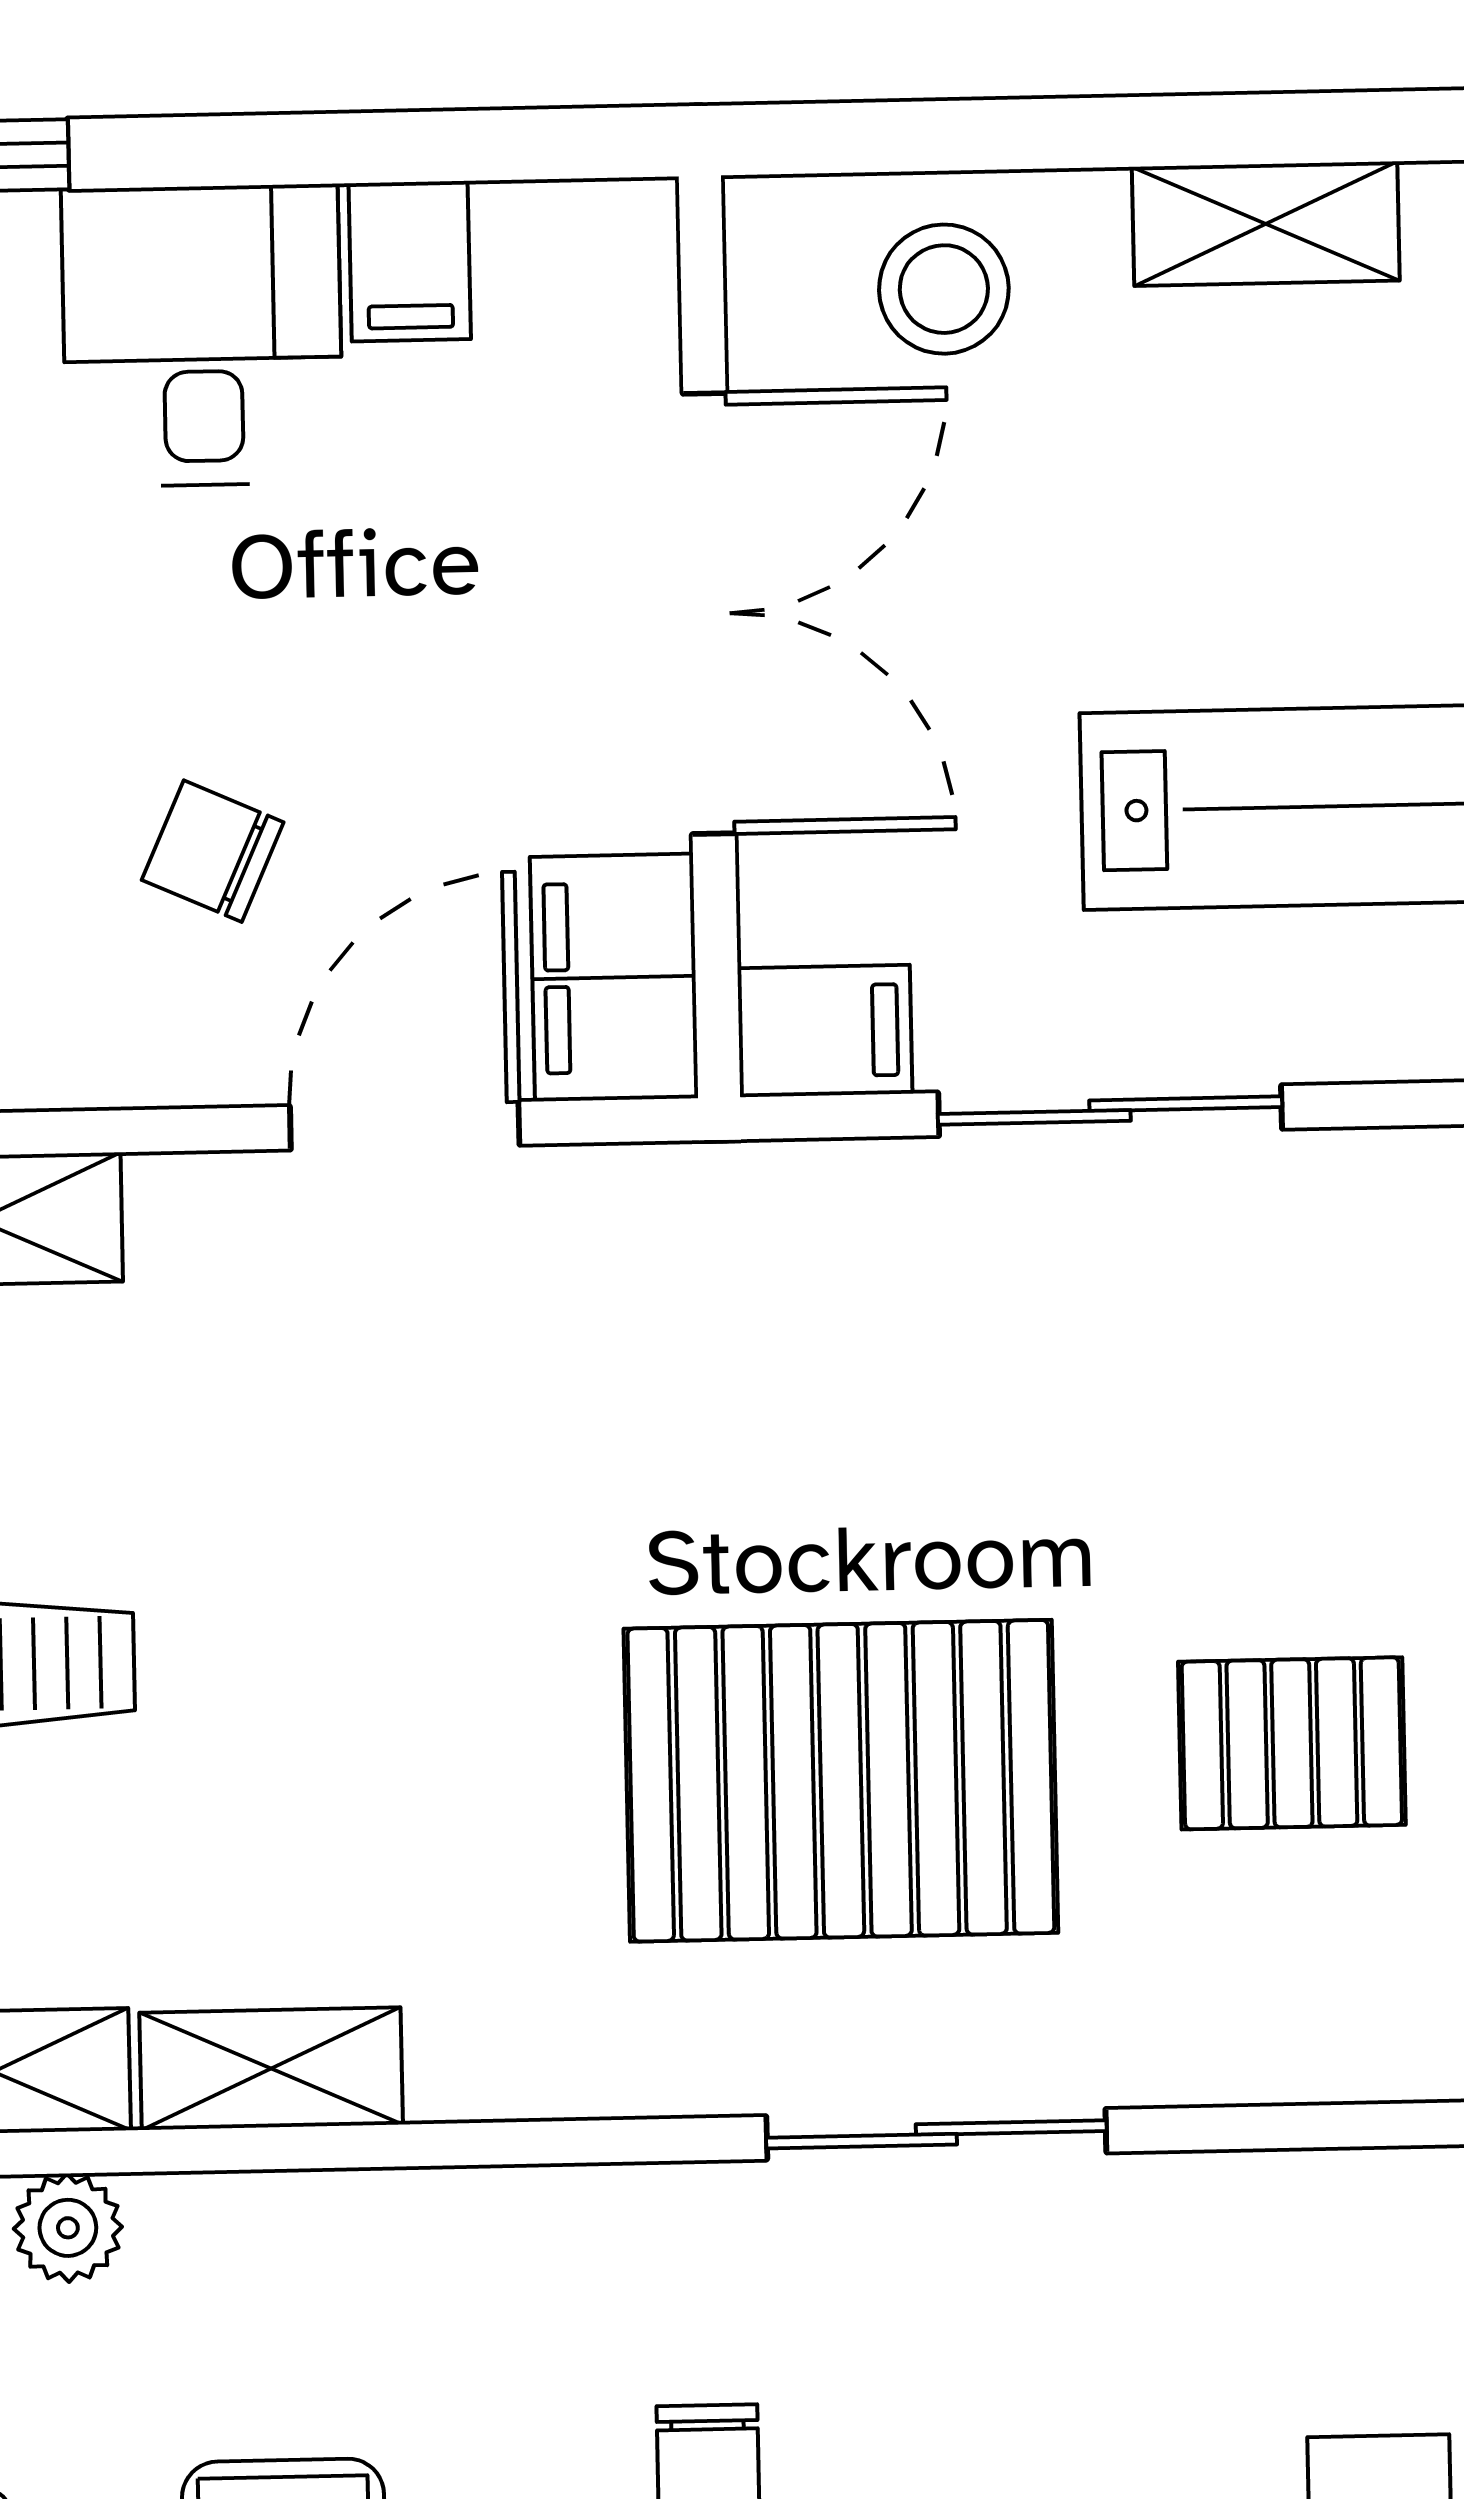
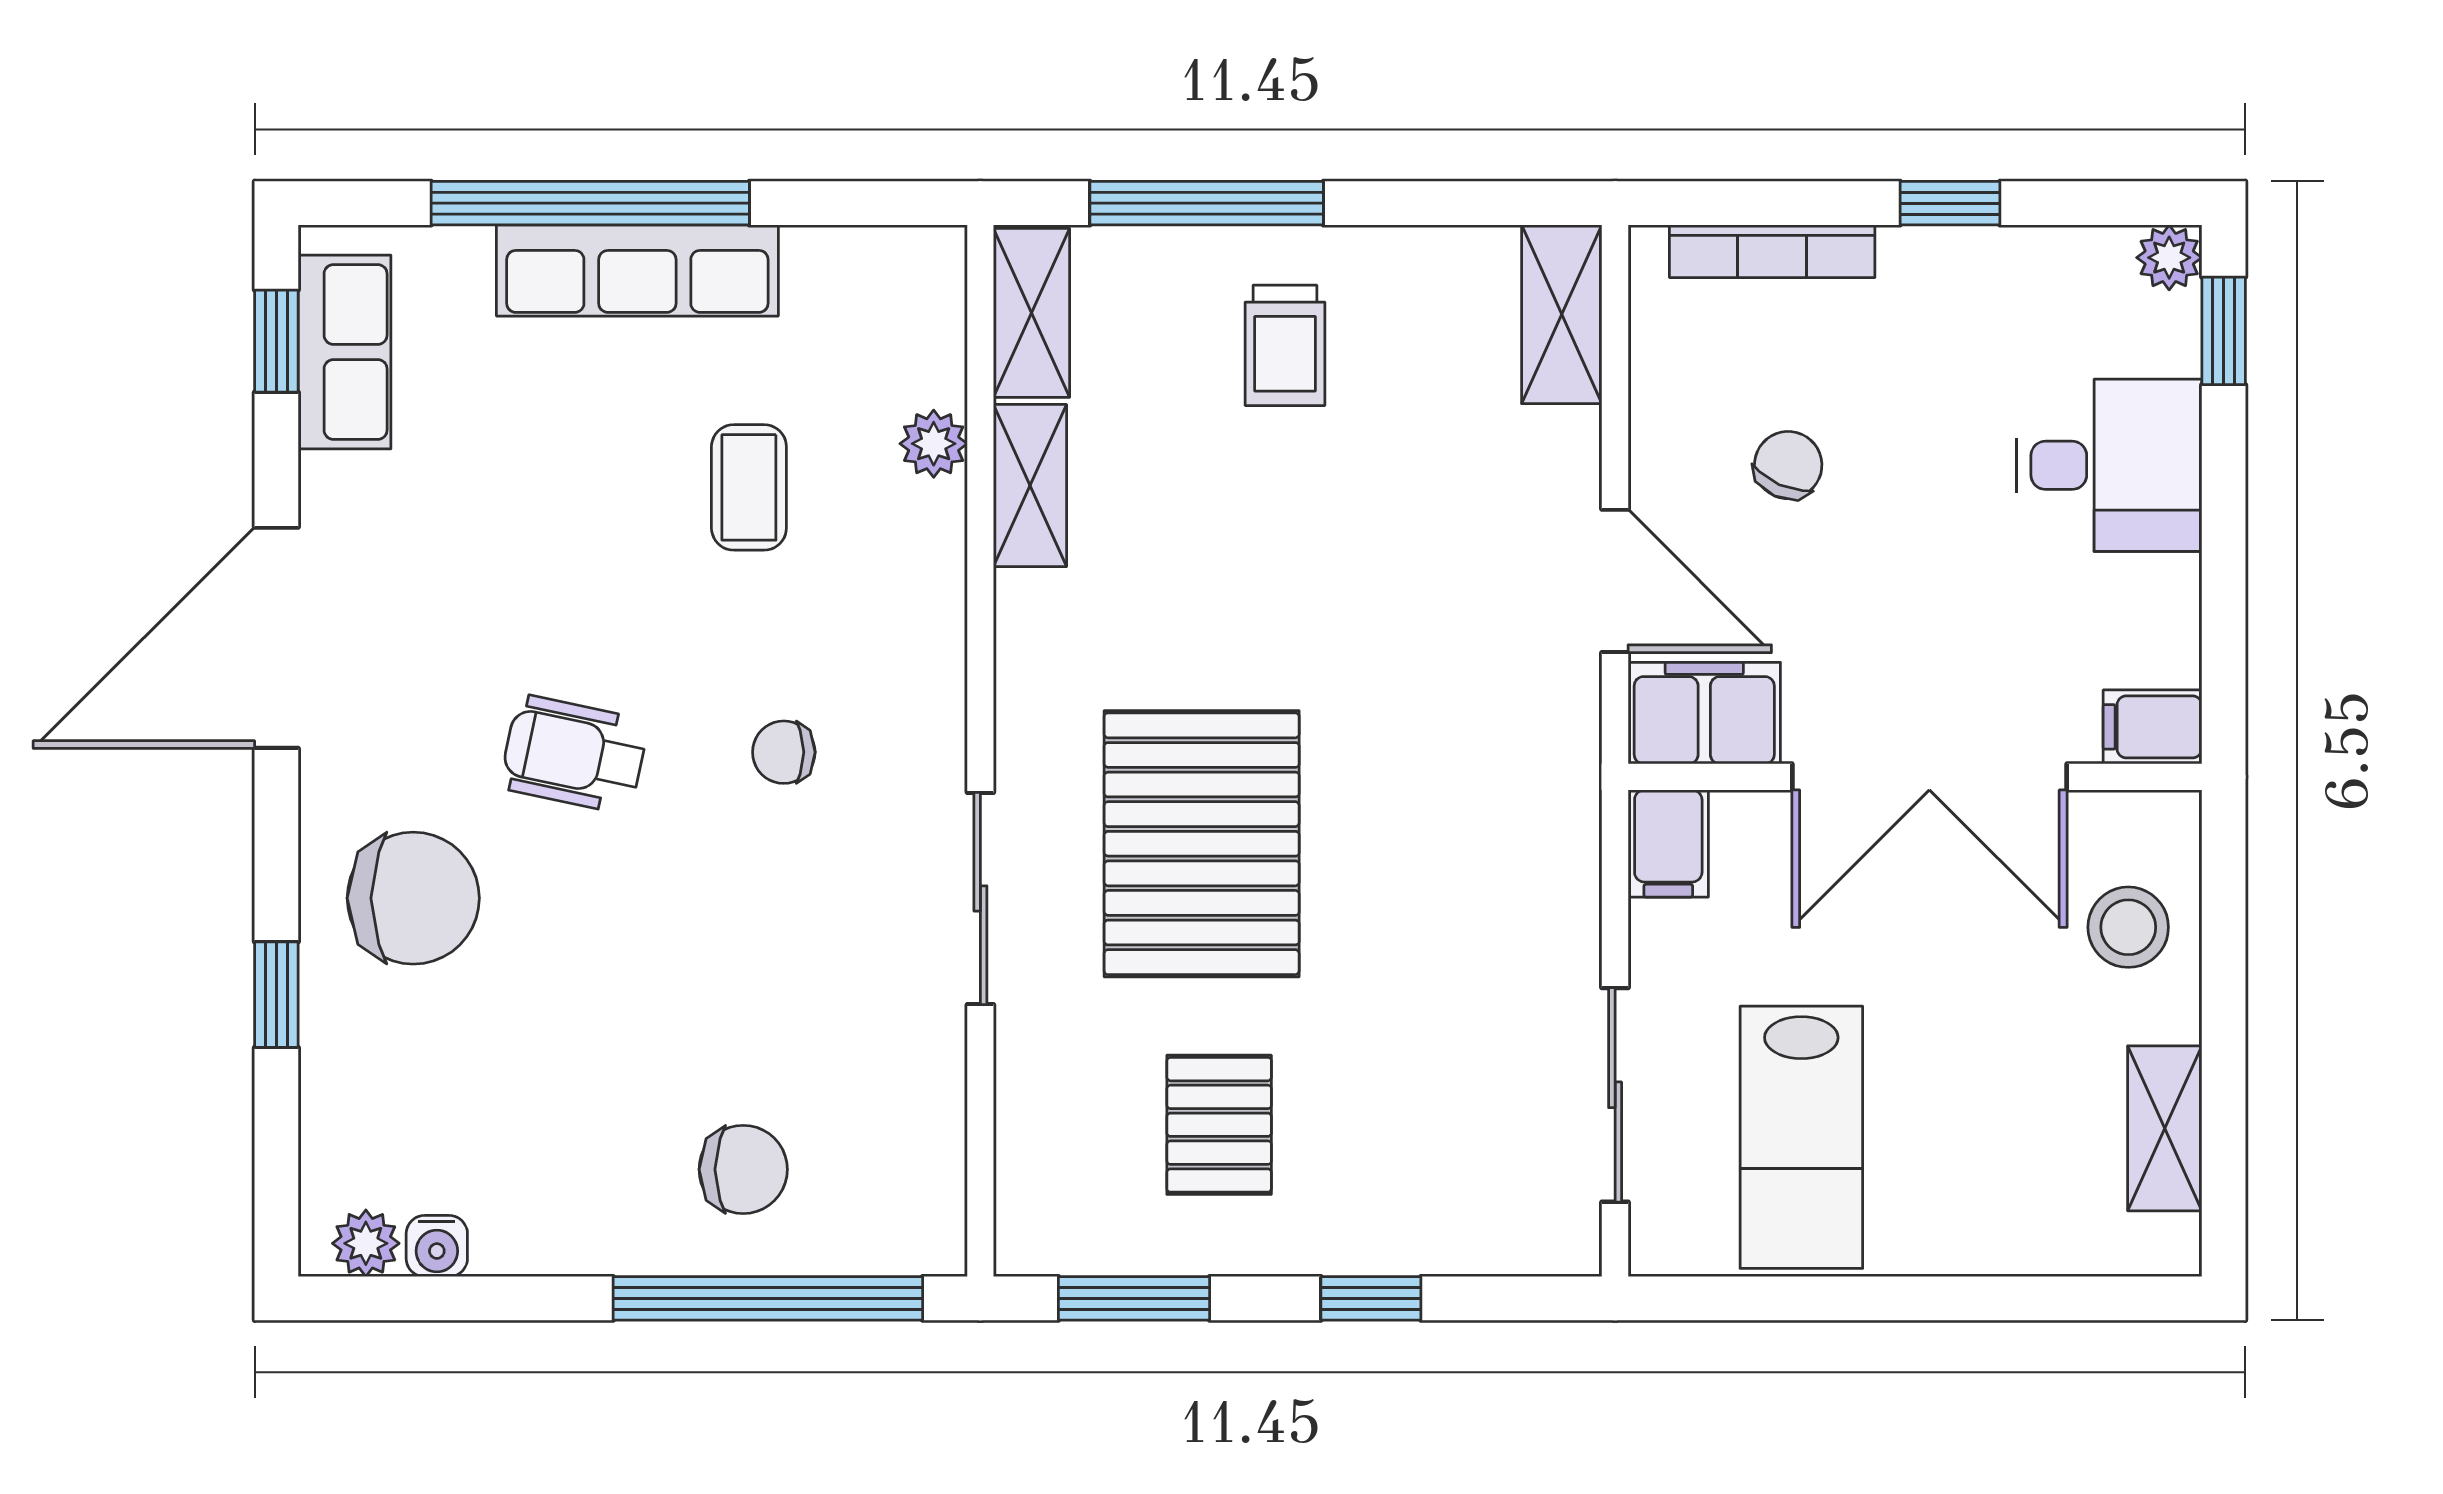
filing cabinet: (410, 261) -> (2153, 727), moved
sliding door: (1110, 1111) -> (1615, 1095), moved
plant: (68, 2228) -> (934, 444), moved

